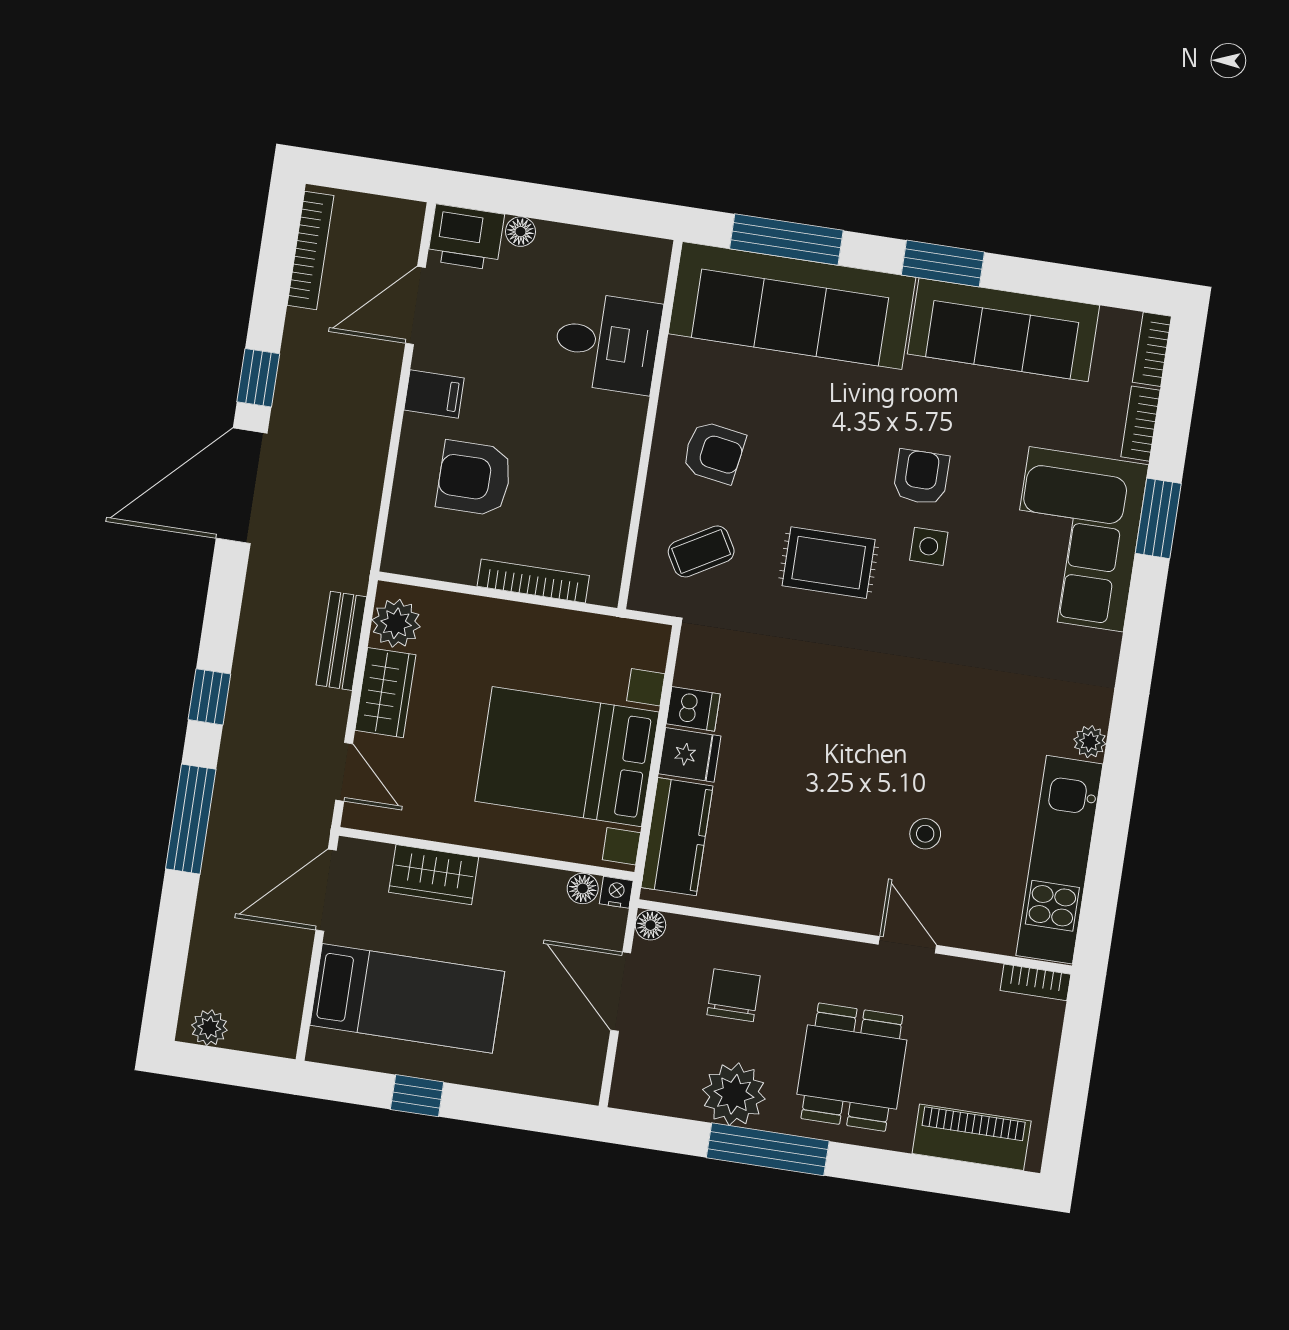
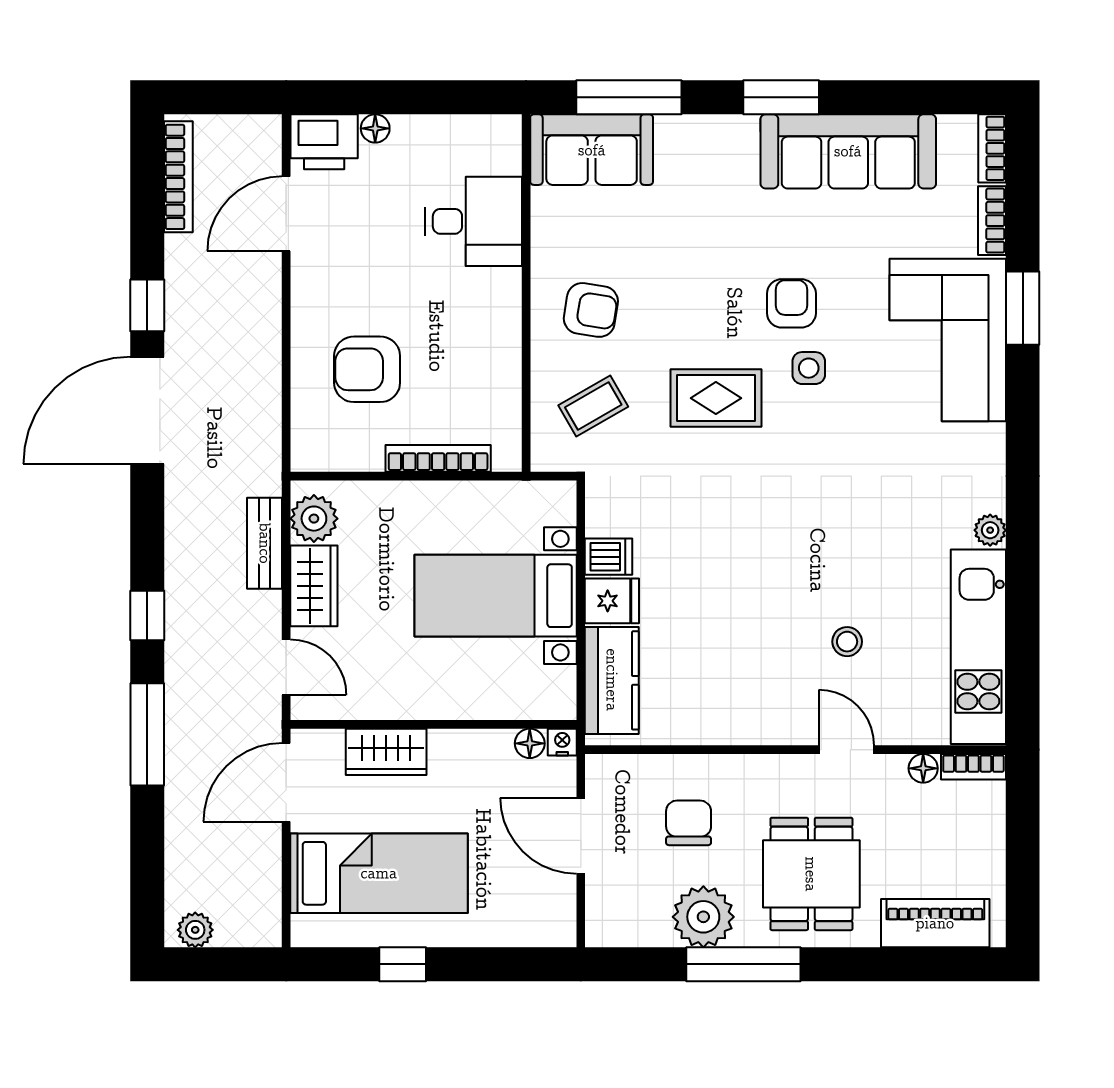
sofa: (792, 306) -> (592, 150), width x0.54, depth x0.79
filing cabinet: (434, 394) -> (317, 295), removed
bed with nightstands: (567, 757) -> (496, 596), width x0.73
floor lamp: (650, 925) -> (923, 768), moved

